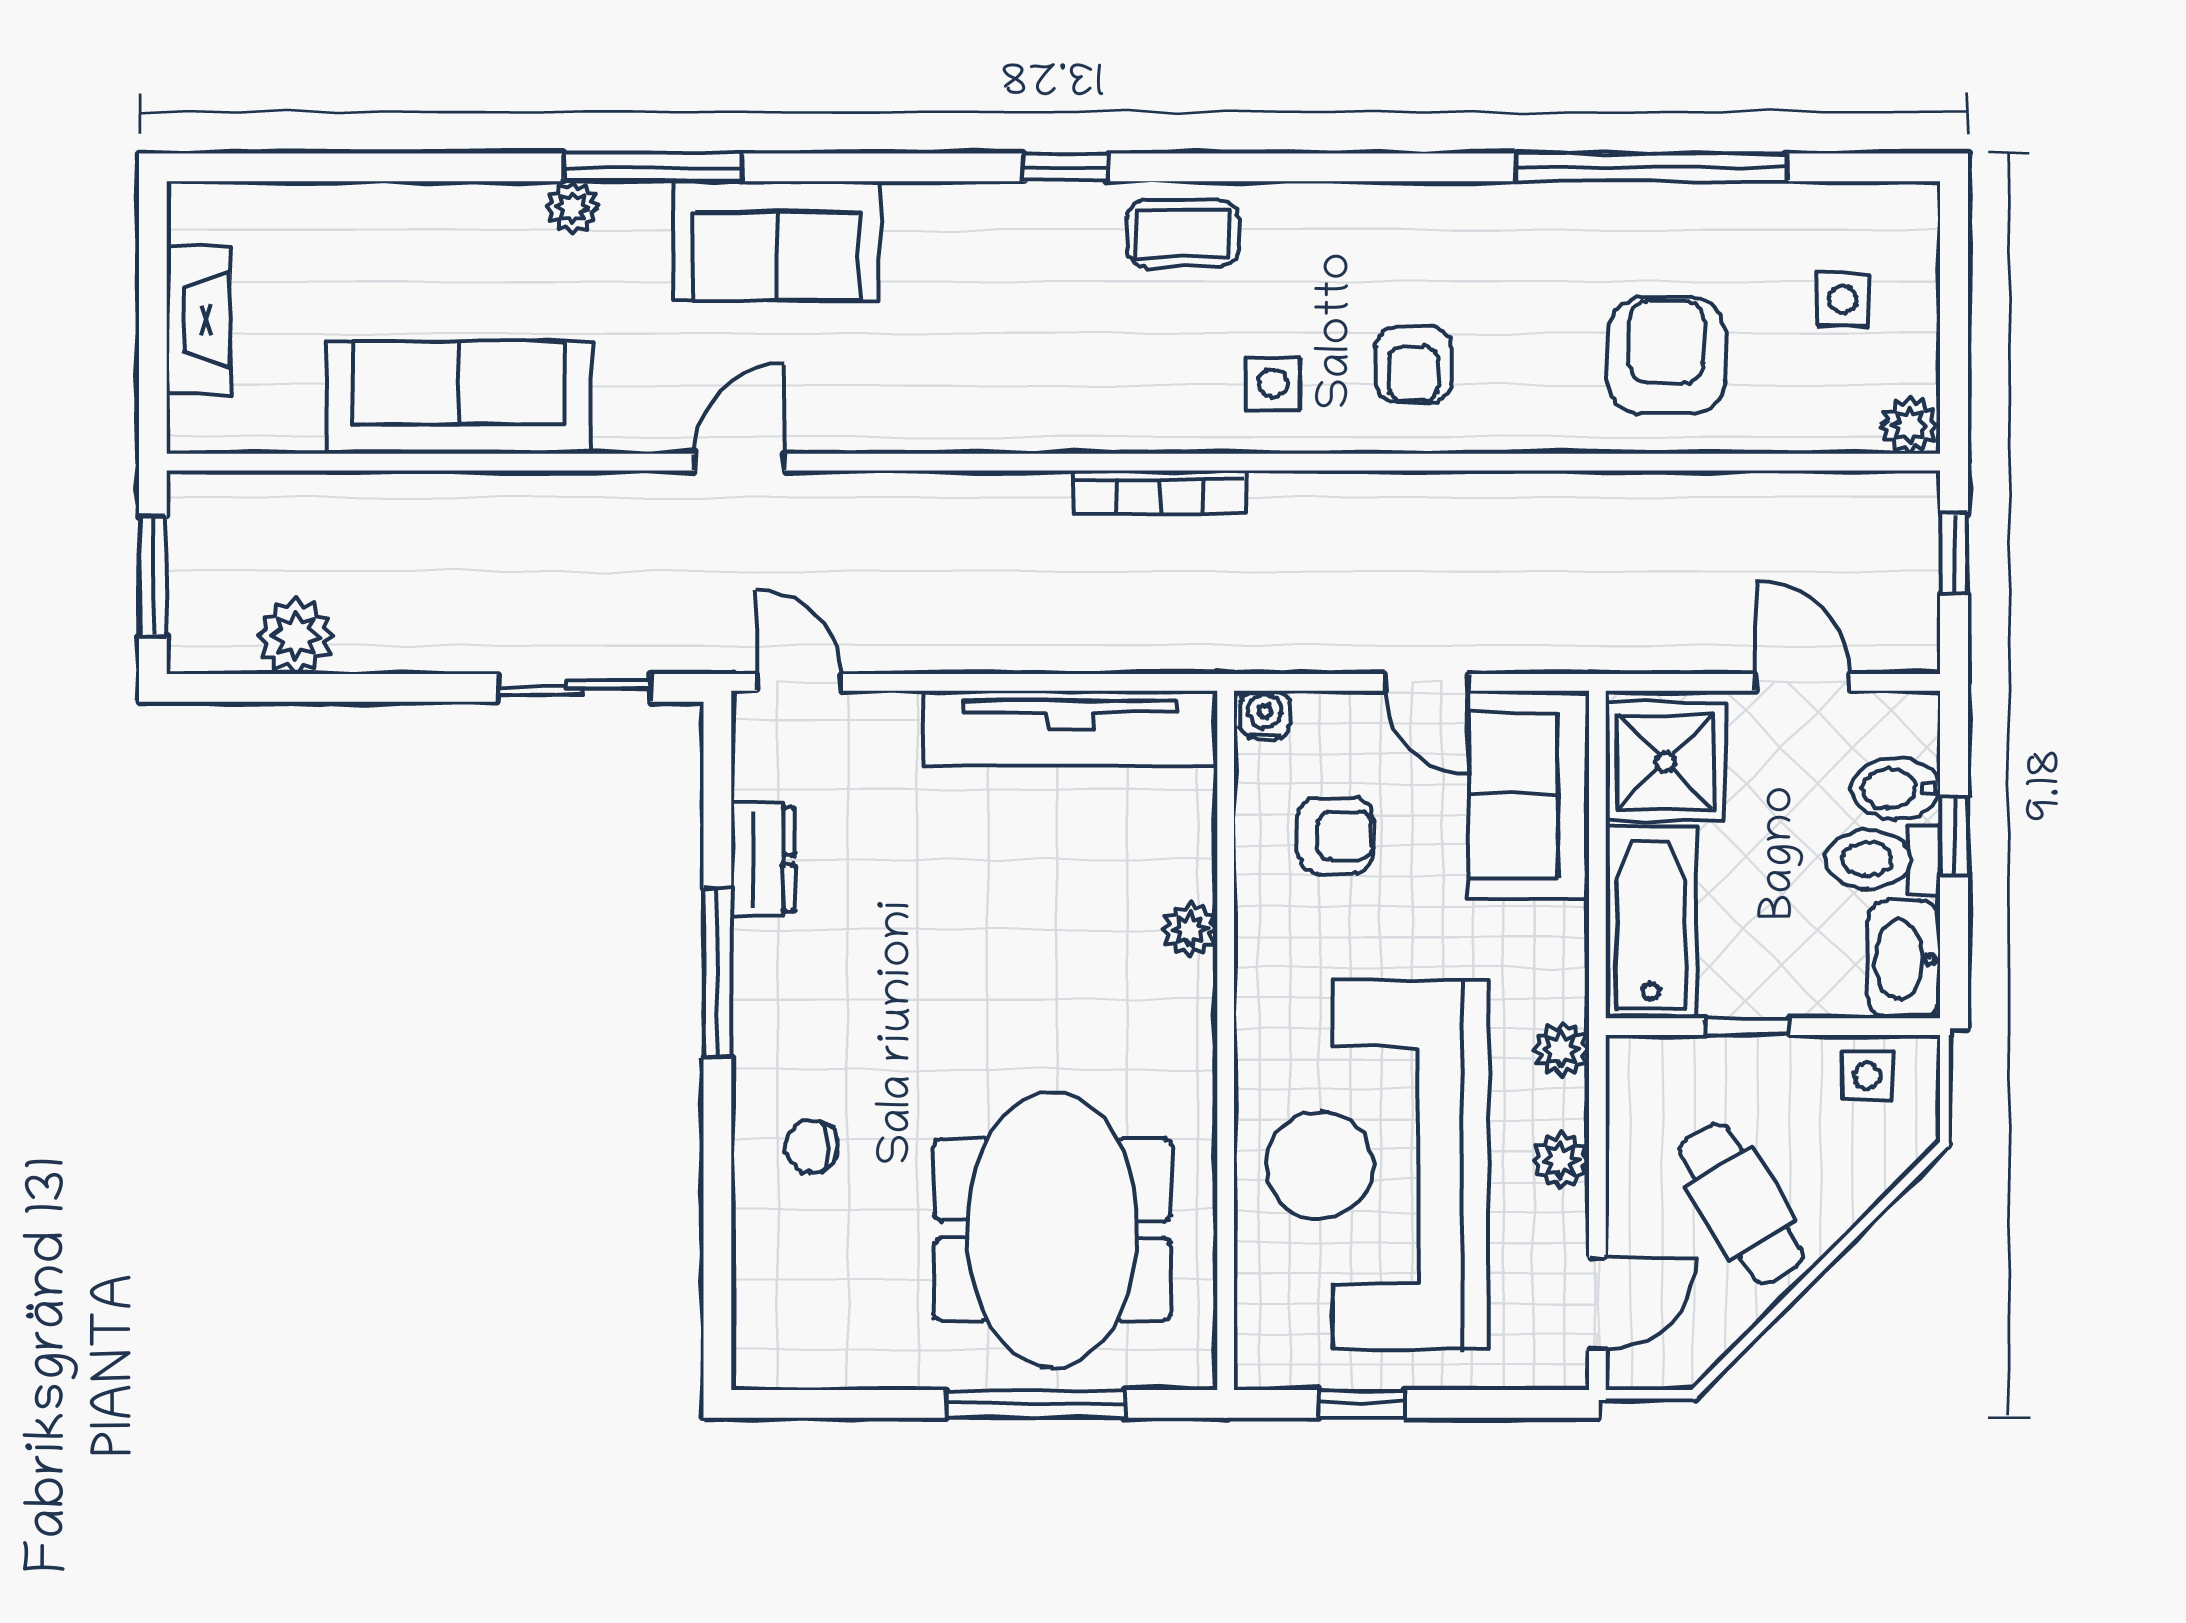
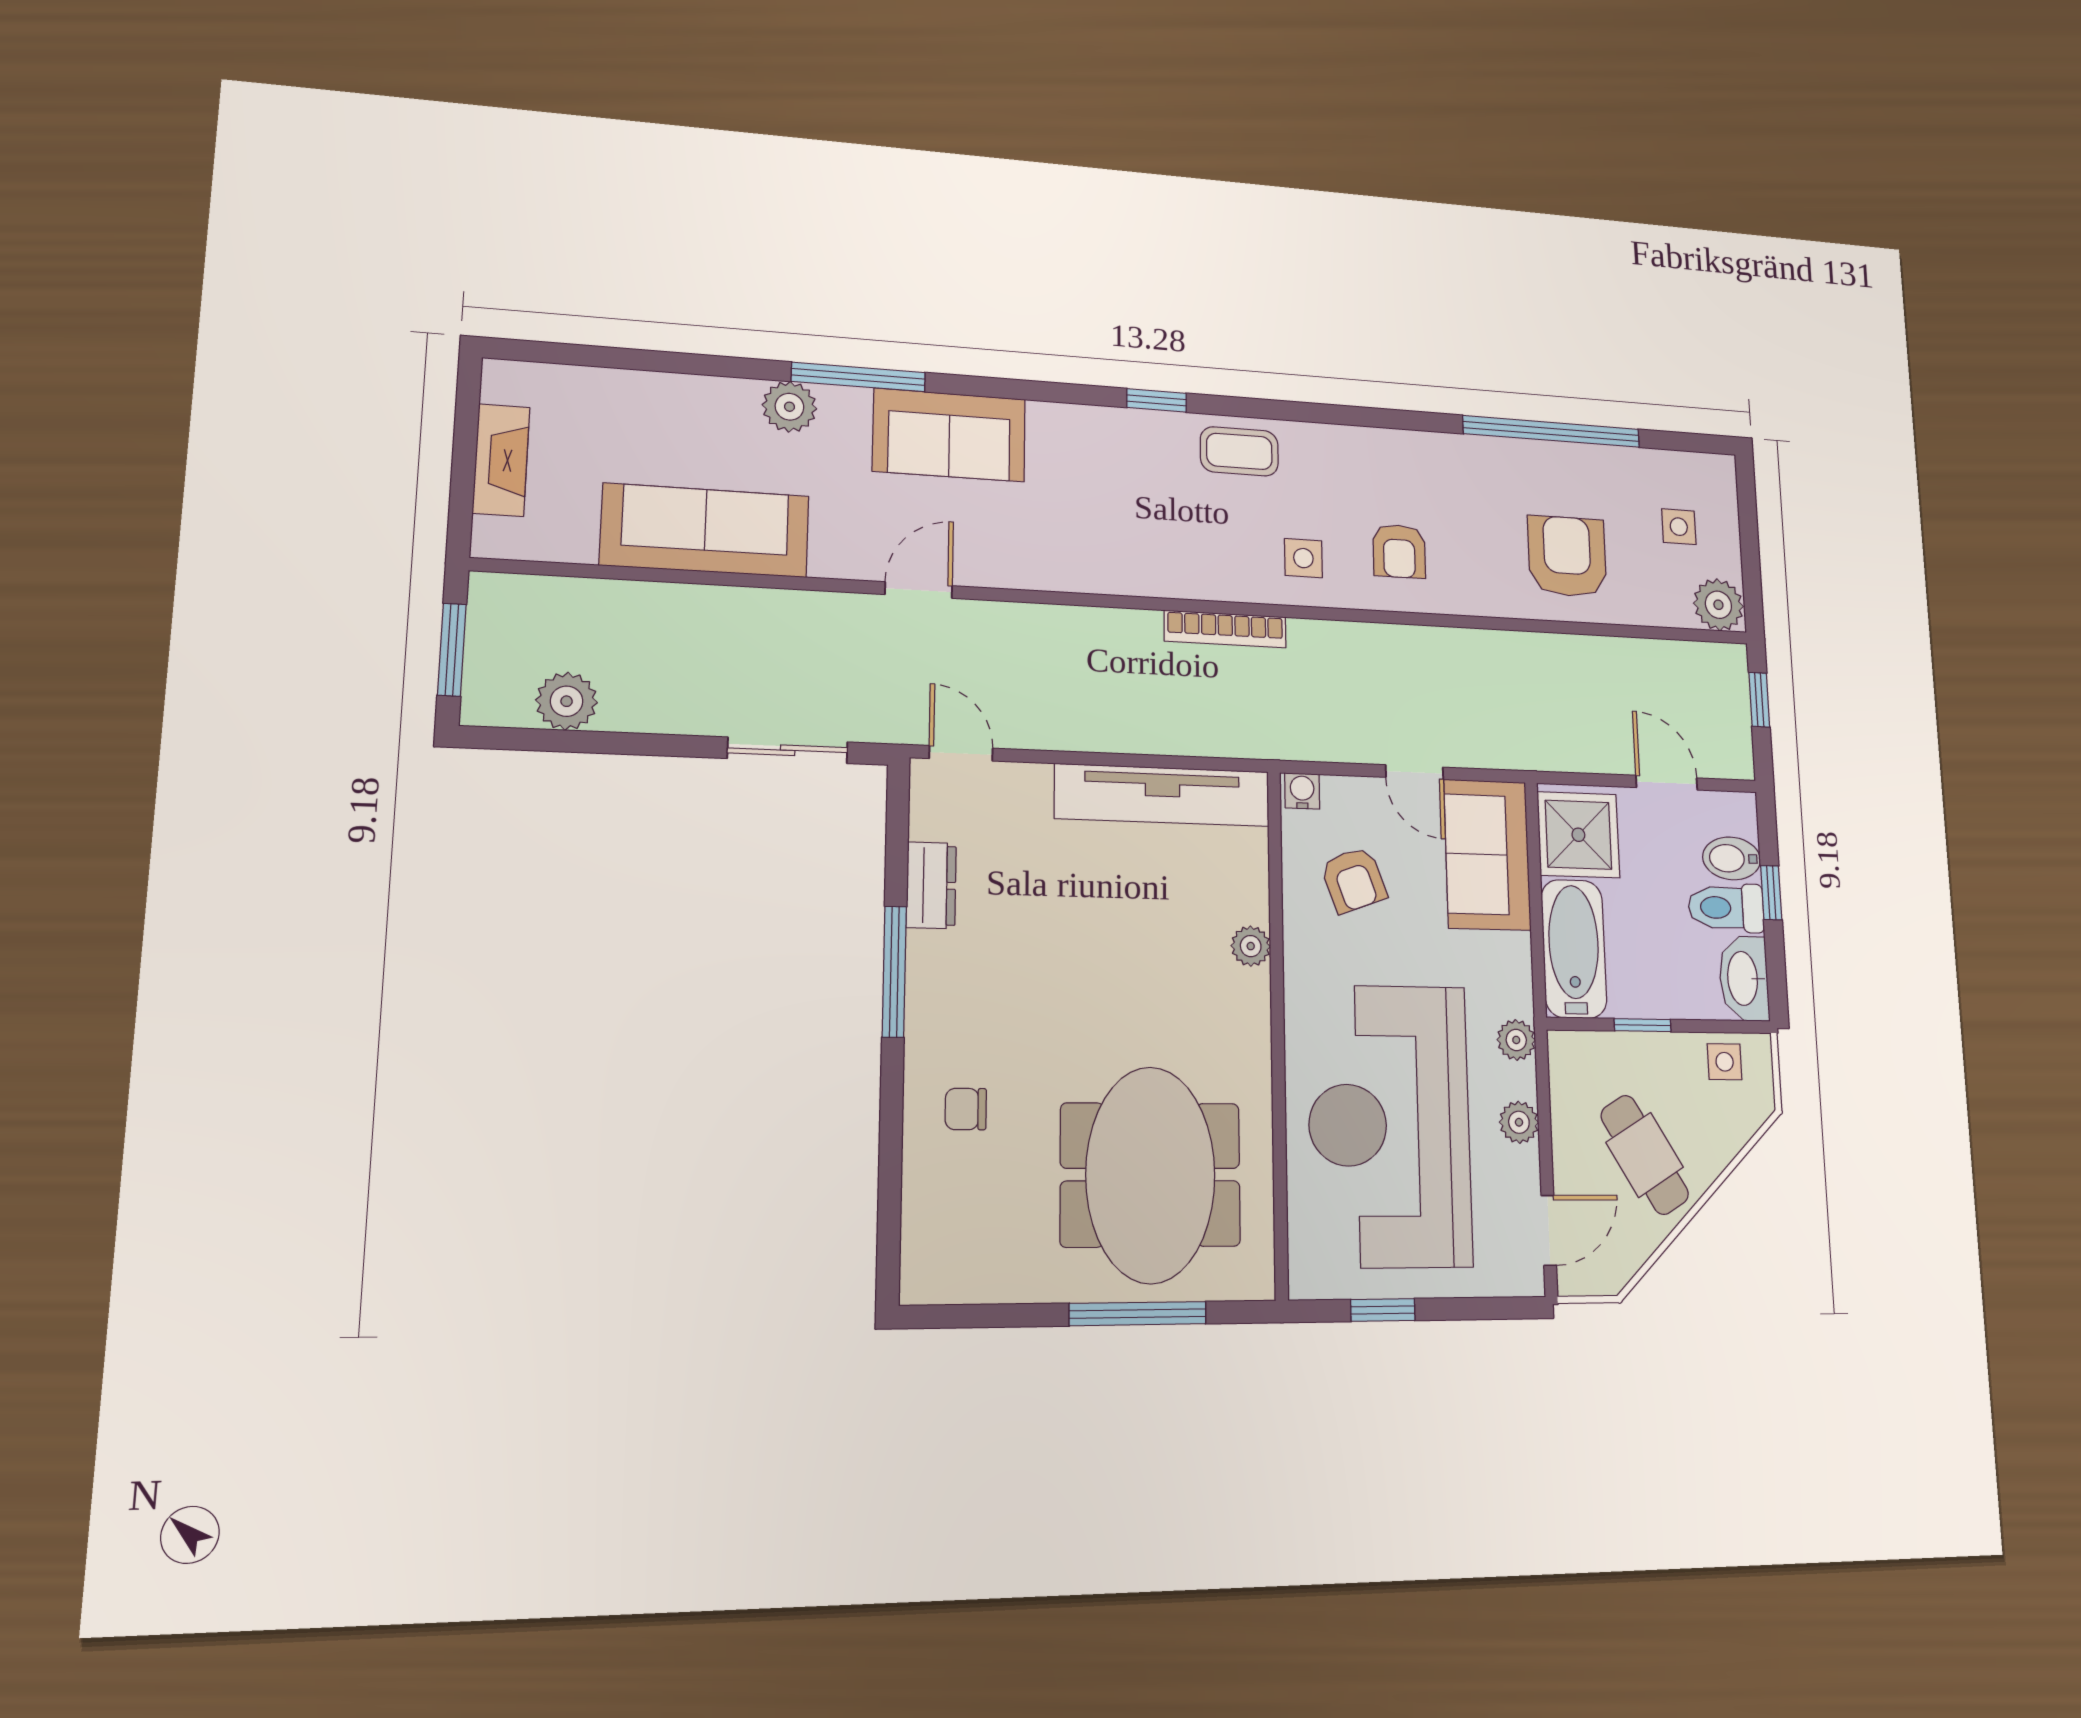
plant: (572, 207) -> (789, 407), width x1.38, depth x1.38
plant: (1909, 425) -> (1718, 605), width x1.38, depth x1.38
armchair: (1336, 836) -> (1354, 880), turned 70

